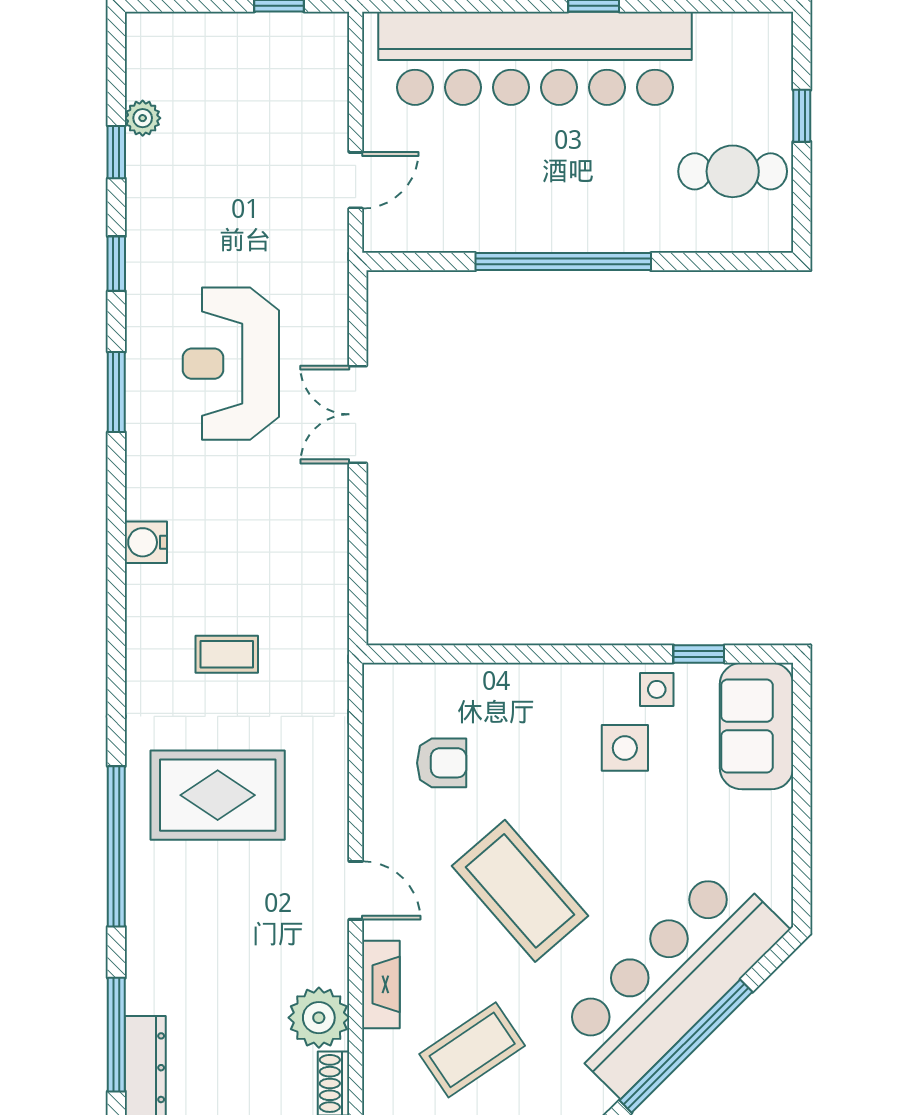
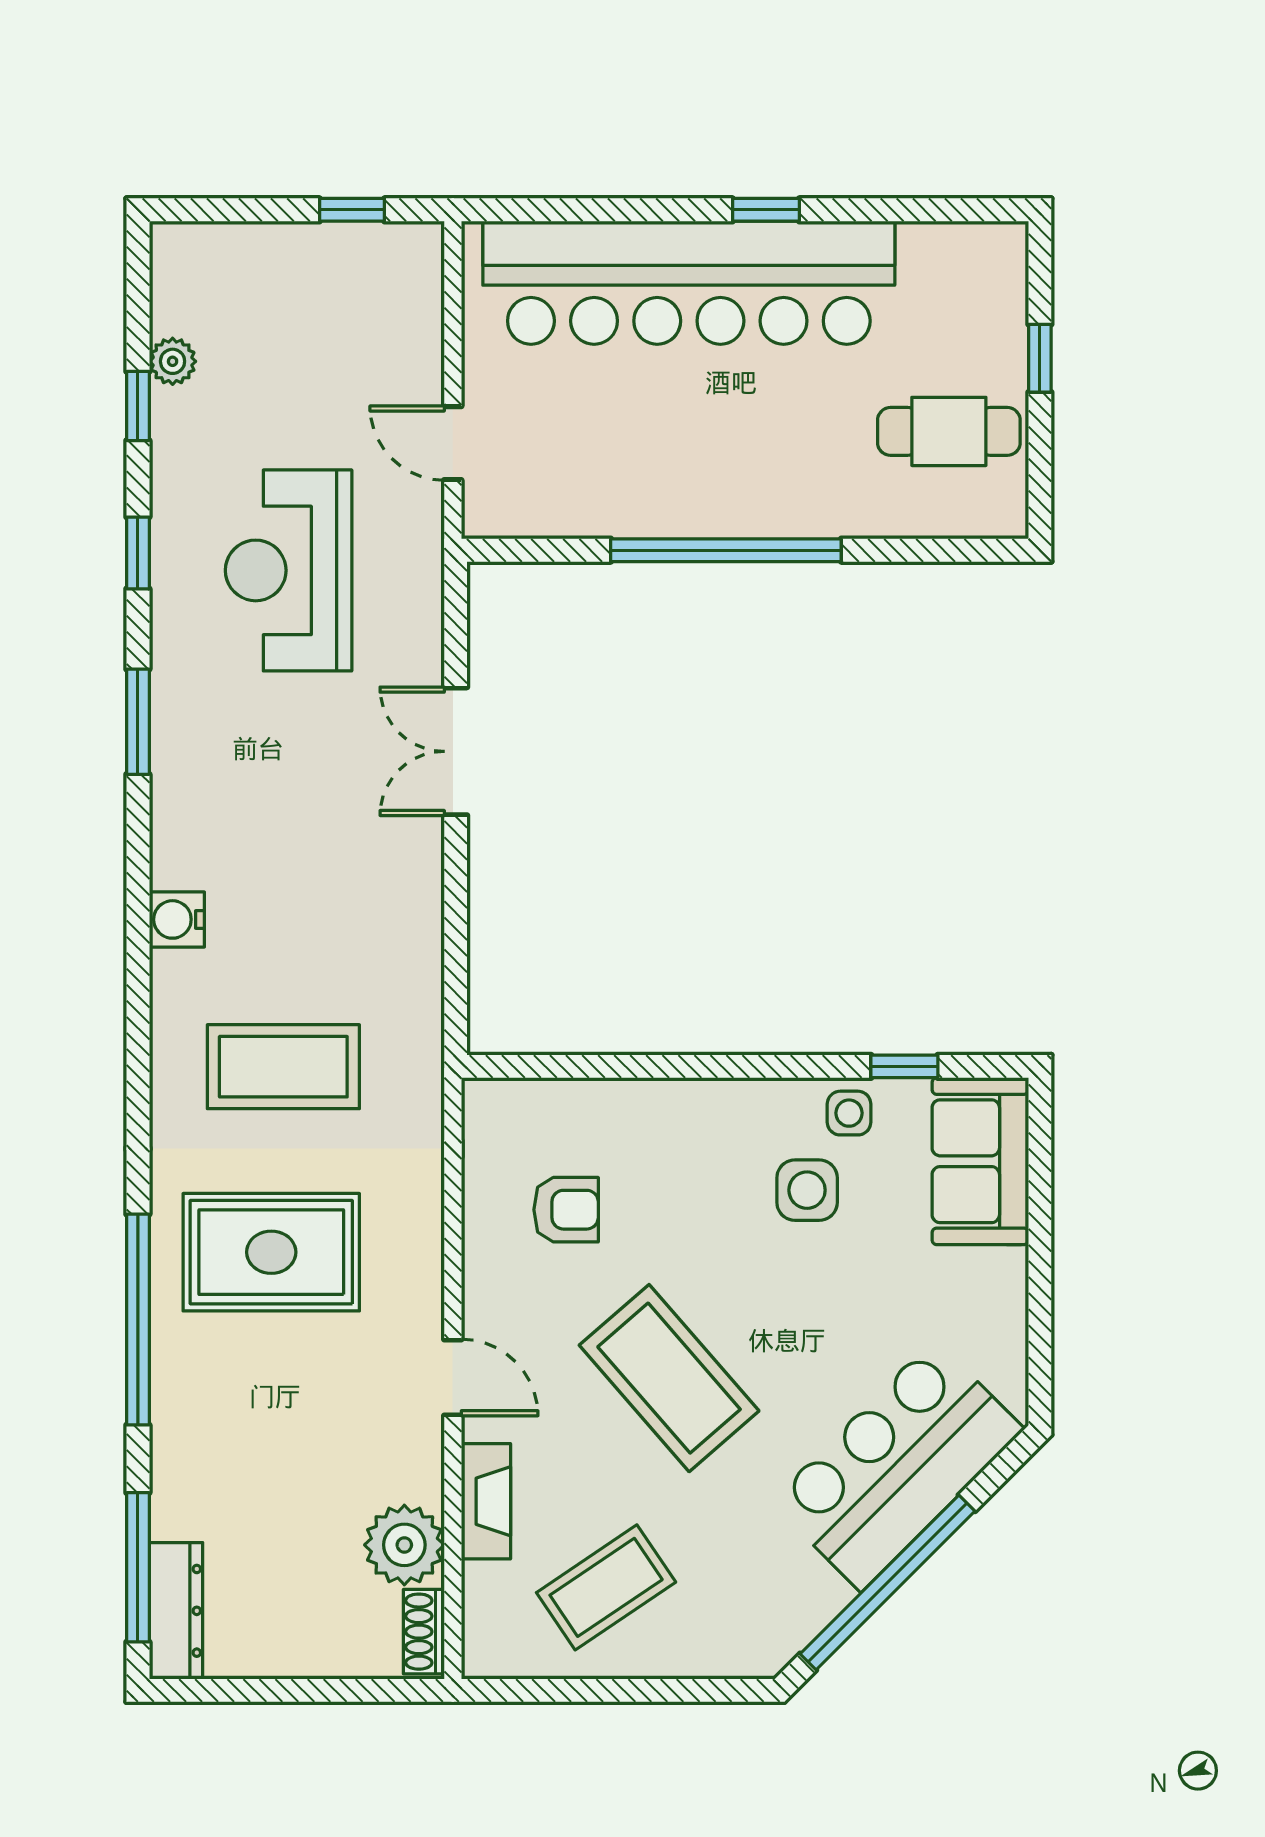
door: (356, 180) -> (453, 443), swing flipped
reception desk: (231, 364) -> (289, 570), moved
coffee table: (227, 654) -> (283, 1067), width x1.86, depth x1.72
bar counter: (671, 980) -> (897, 1465), width x0.73

